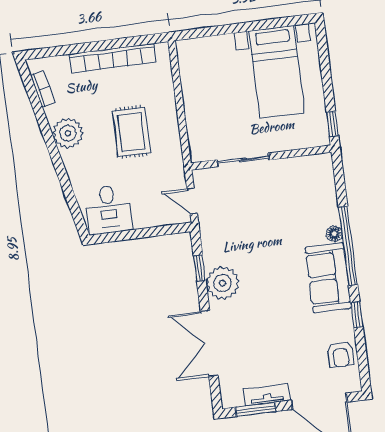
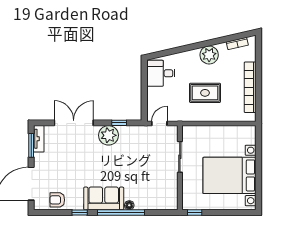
bed with nightstands: (277, 72) -> (230, 175), width x1.36
tv unit: (267, 395) -> (39, 139), moved

